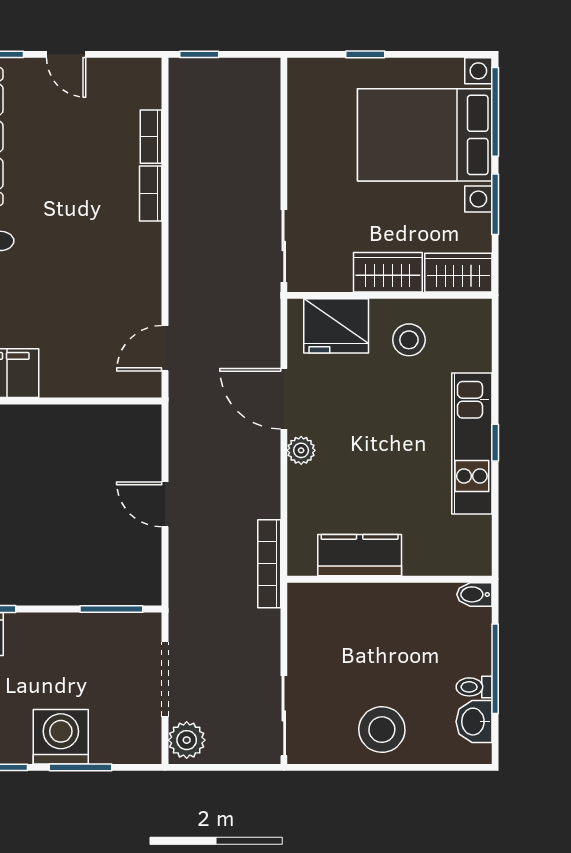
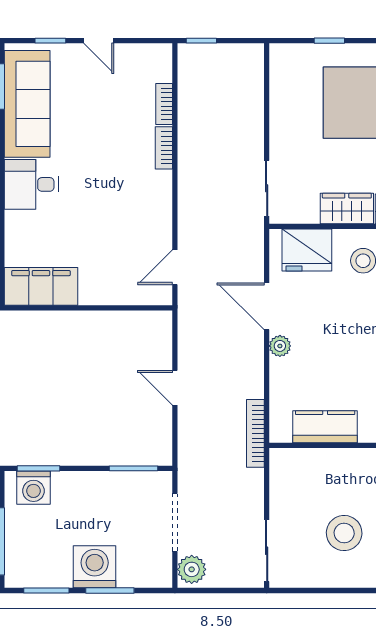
stool: (382, 730) -> (344, 533), moved

